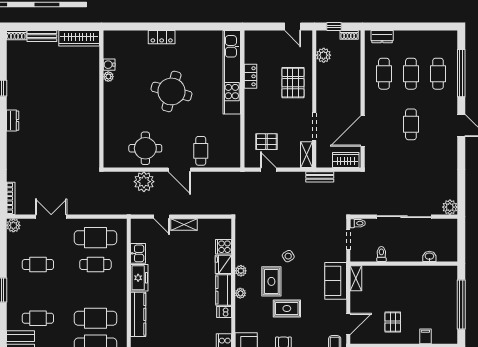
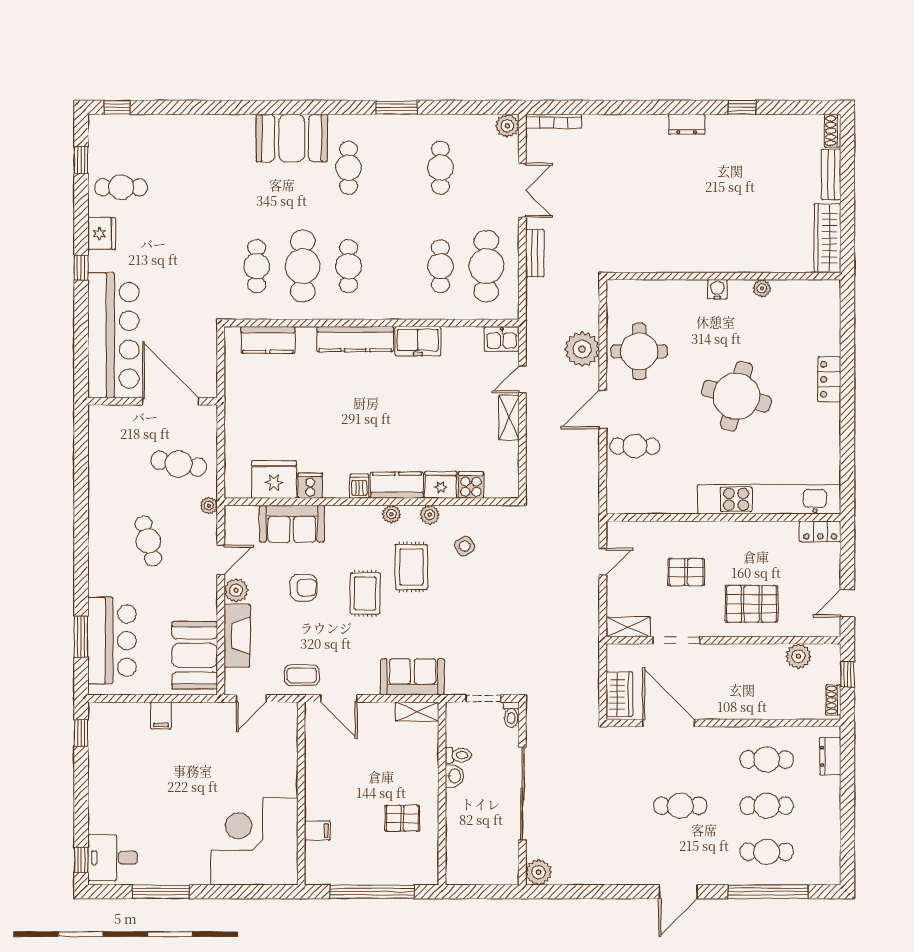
water cooler: (109, 65) -> (717, 289), moved
locker: (250, 76) -> (820, 531), moved
pallet: (266, 142) -> (686, 572), moved, turned 90
bench: (320, 177) -> (535, 253), moved
kitchen sink: (138, 253) -> (502, 339), moved
side table: (288, 256) -> (465, 546), moved
washbasin: (429, 256) -> (454, 776), moved
rug: (271, 281) -> (412, 567), turned 90
cafe table: (95, 318) -> (349, 266), width x0.73, depth x0.74
pallet: (393, 322) -> (402, 818), moved

